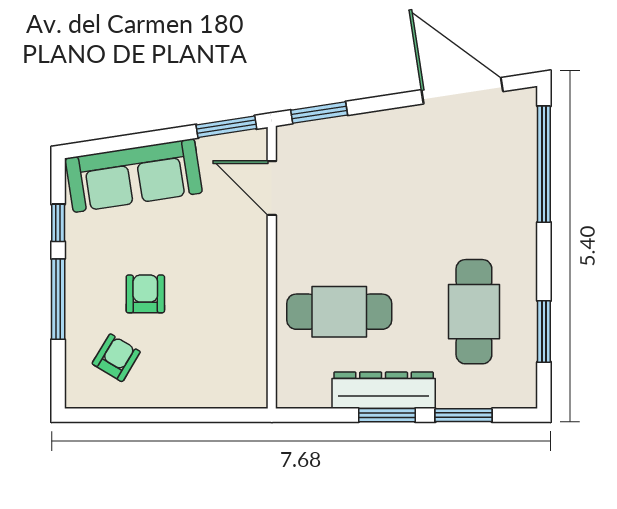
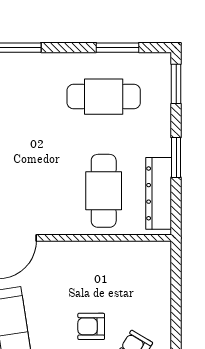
dresser: (384, 390) -> (159, 193), moved
window: (464, 415) -> (176, 84), moved

